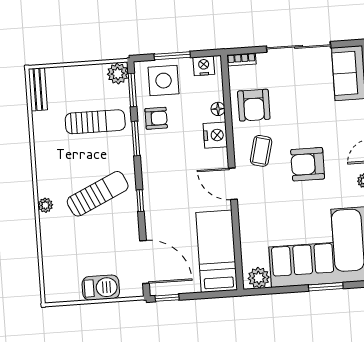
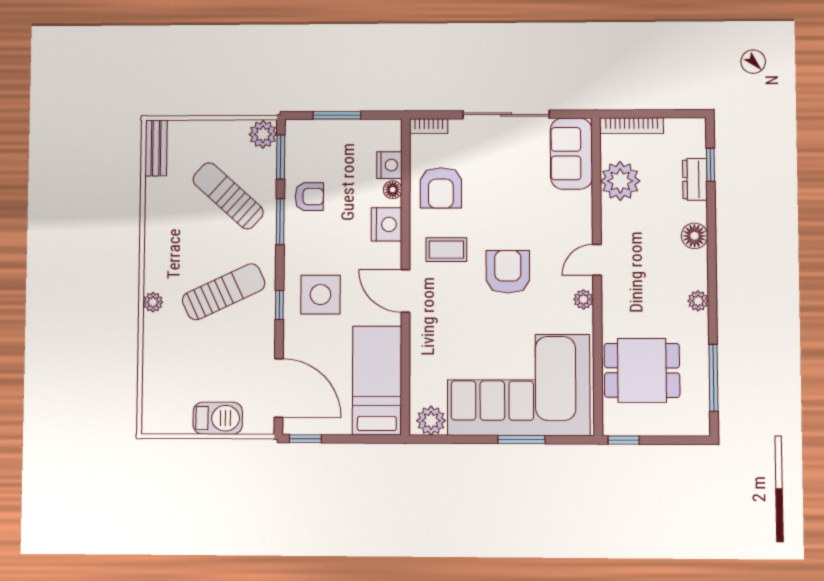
nightstand: (204, 66) -> (389, 165), moved, turned 90
side table: (164, 81) -> (320, 295), moved
sun lounger: (95, 122) -> (228, 196), turned -138
coffee table: (261, 151) -> (446, 250), turned 76
armchair: (308, 164) -> (508, 272), turned 90

